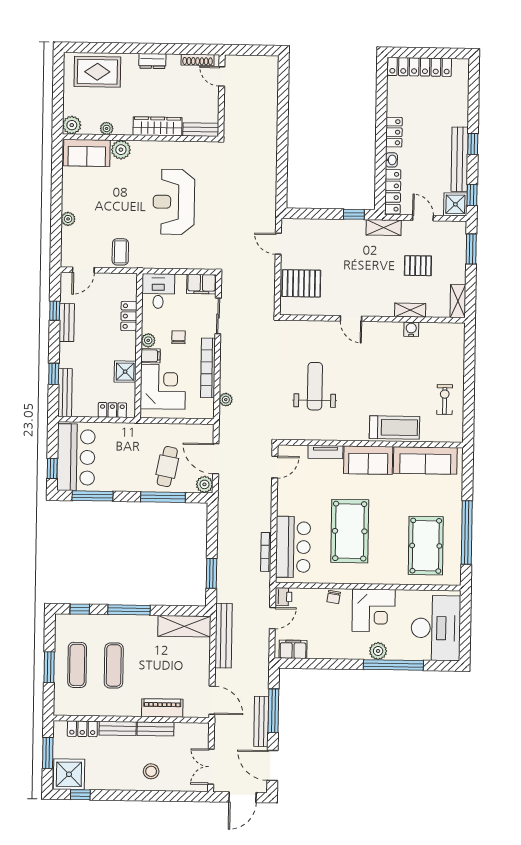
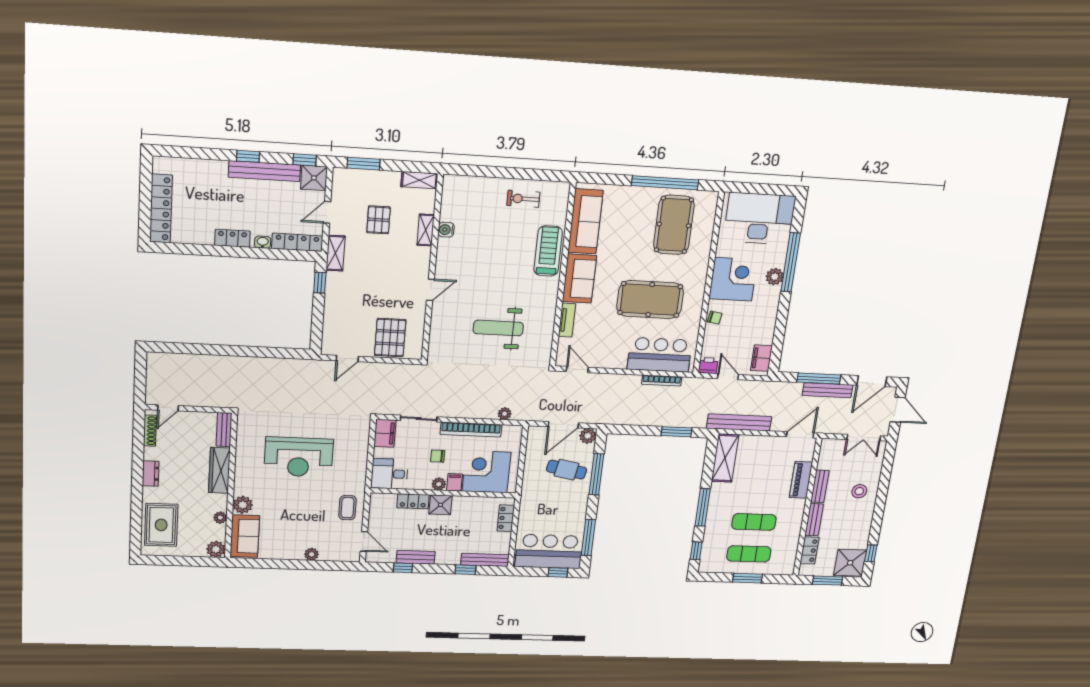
coffee table: (120, 252) -> (347, 508), turned 90
shower: (125, 372) -> (440, 505), moved
pool table: (426, 546) -> (674, 225), turned 90

